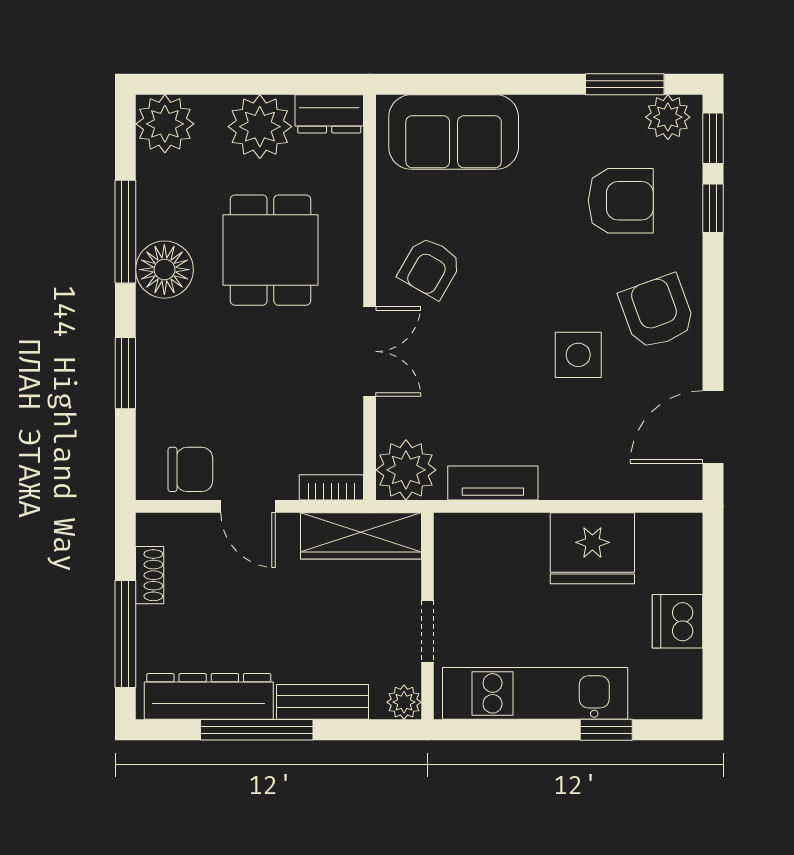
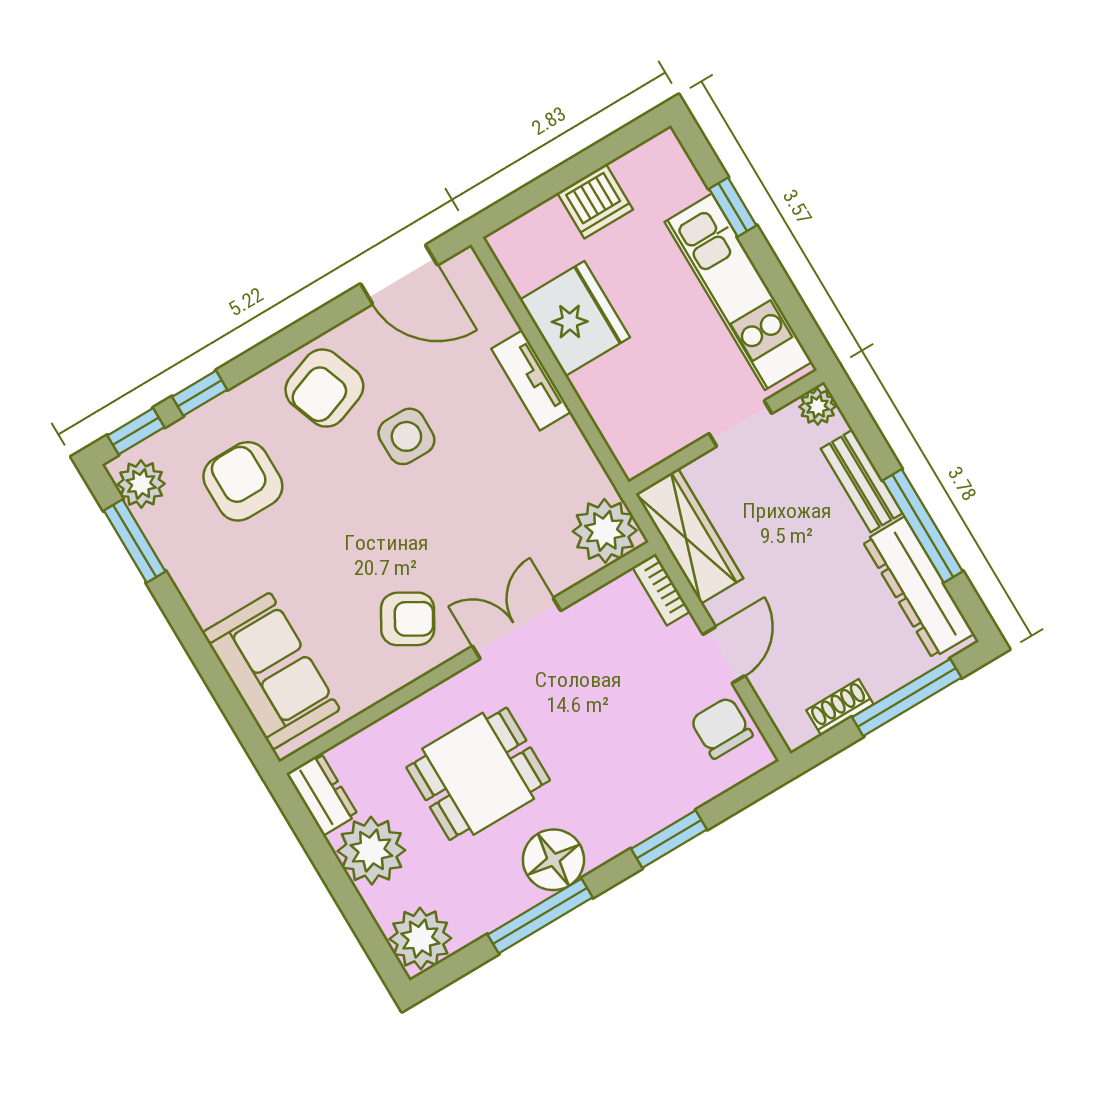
tv unit: (493, 483) -> (531, 380), moved

